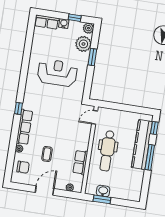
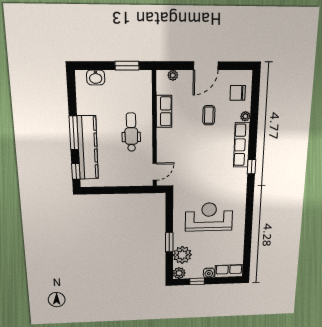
reception desk: (57, 73) -> (209, 217), turned 180
dental chair: (107, 151) -> (131, 132), width x0.73, depth x0.72
washbasin: (103, 191) -> (96, 77), moved

